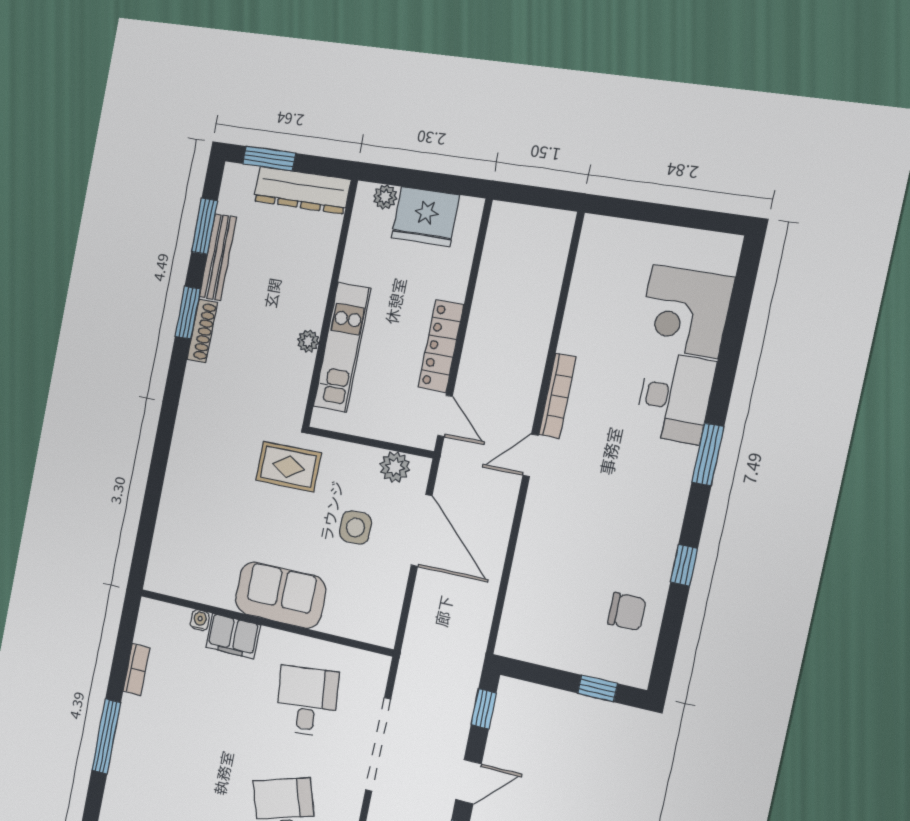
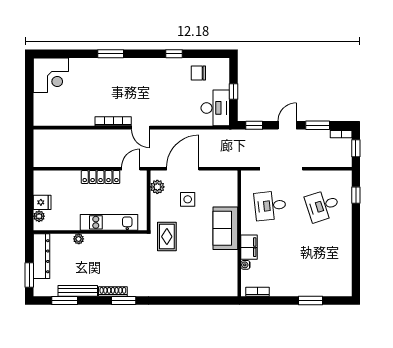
fridge: (426, 217) -> (42, 202), width x0.53, depth x0.75
corner desk: (685, 311) -> (51, 75), moved
window: (188, 313) -> (124, 300), moved
plant: (308, 341) -> (79, 239), moved
desk: (675, 398) -> (215, 108), moved, turned 90
window: (708, 454) -> (111, 54), moved
chair: (627, 612) -> (198, 73), turned -90
bookcase: (136, 670) -> (258, 292), moved
window: (597, 688) -> (234, 92), moved
window: (106, 736) -> (310, 300), width x0.69
door: (469, 782) -> (287, 125), hinge flipped

